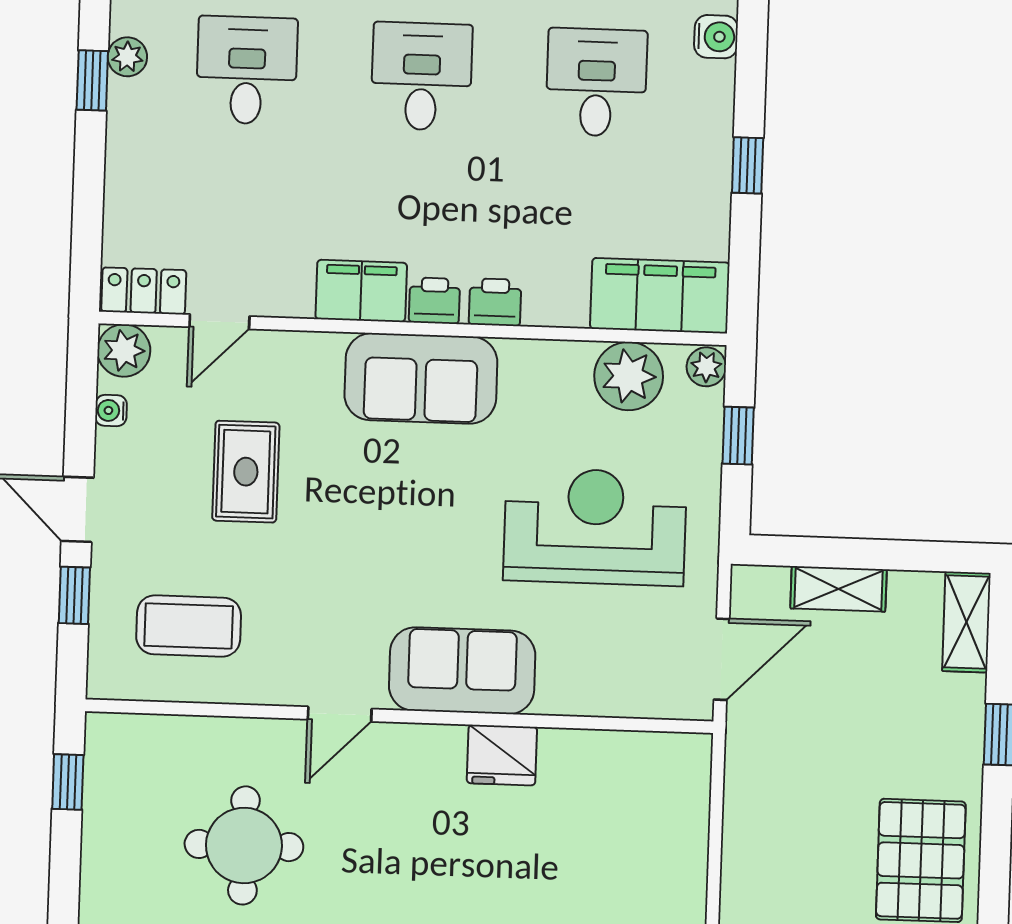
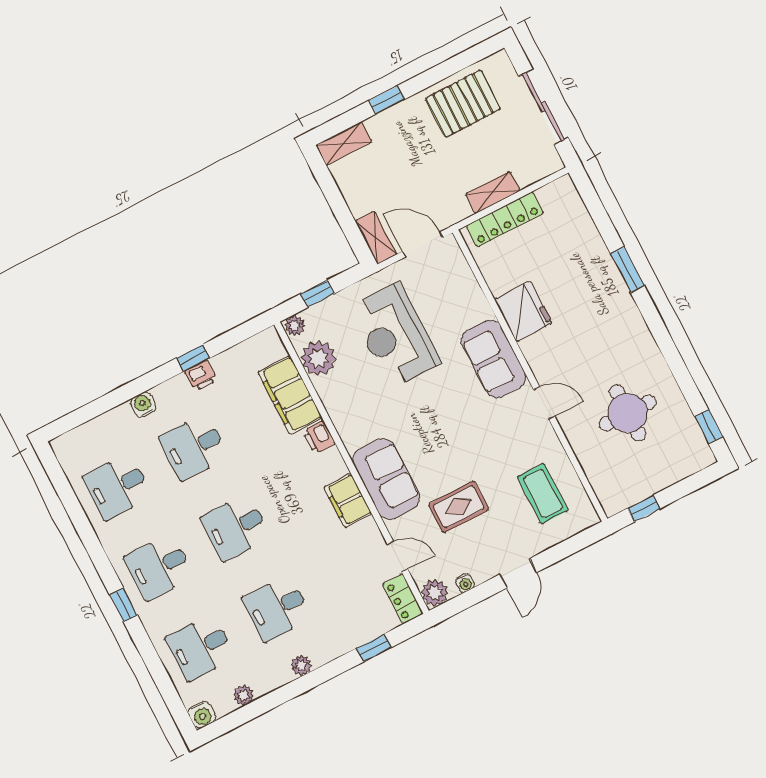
window: (92, 80) -> (374, 648), moved
filing cabinet: (660, 296) -> (290, 395), moved
printer: (434, 301) -> (201, 376), moved, turned -90
sofa: (421, 378) -> (386, 479), moved
shelving: (839, 589) -> (376, 238), moved
window: (74, 595) -> (558, 553), removed
fridge: (502, 755) -> (523, 311), width x1.36, depth x1.34
locker: (686, 821) -> (505, 220), added
shelving: (743, 826) -> (493, 192), added

